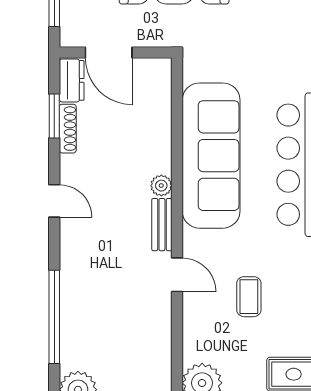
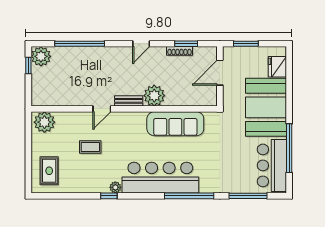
dresser: (72, 80) -> (205, 53), removed
sofa: (211, 156) -> (175, 124), width x0.74, depth x0.79
plant: (161, 186) -> (154, 96), width x1.88, depth x1.88

